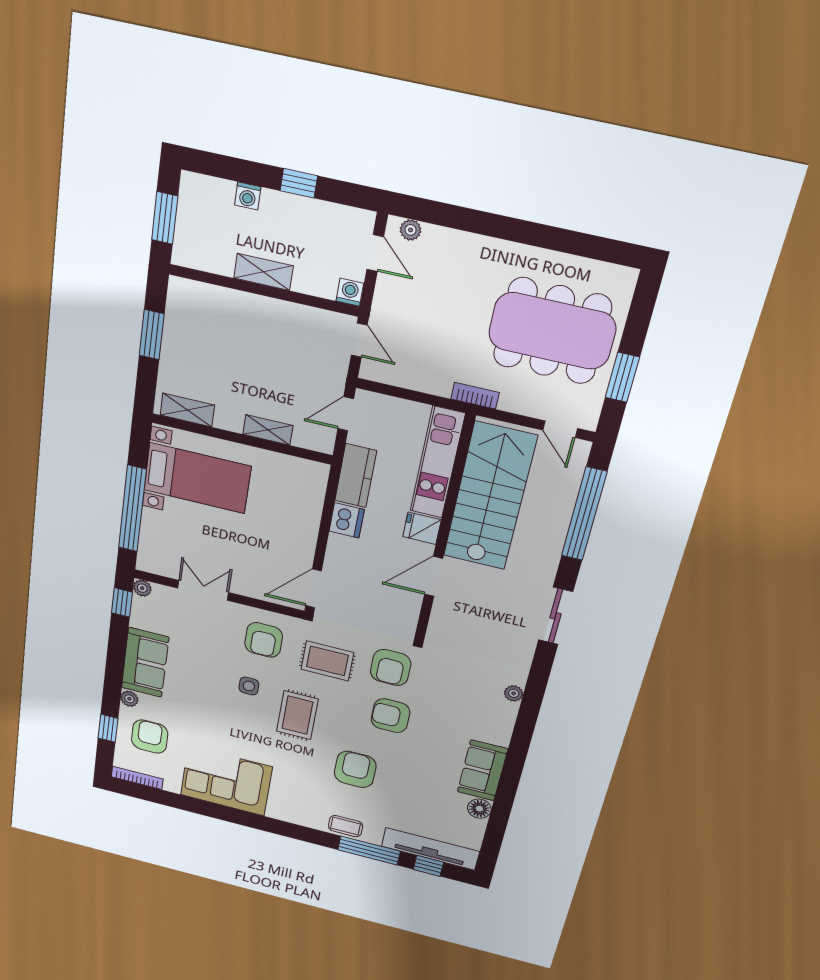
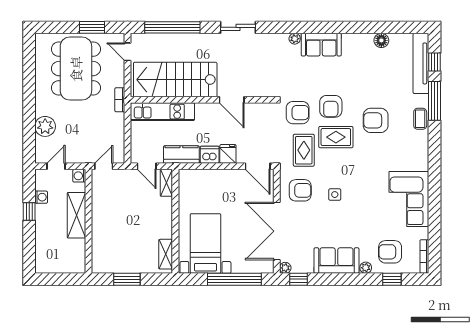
washing machine: (248, 196) -> (41, 197), moved
window: (165, 218) -> (62, 279), removed
plant: (411, 230) -> (45, 126), moved, width x1.88, depth x1.88
shelving: (263, 272) -> (76, 215), width x1.50, depth x1.33
door: (560, 429) -> (128, 52), swing flipped
shelving: (268, 430) -> (166, 183), moved
fridge: (422, 528) -> (228, 154), moved, turned 180
double door: (203, 590) -> (277, 231), width x1.87
rug: (297, 715) -> (336, 137), moved
sofa: (482, 770) -> (321, 45), moved

